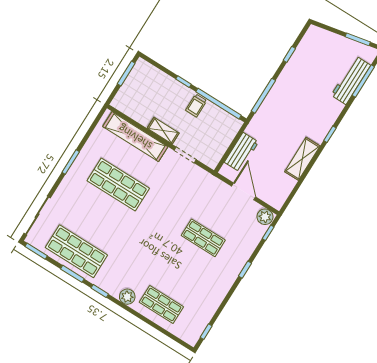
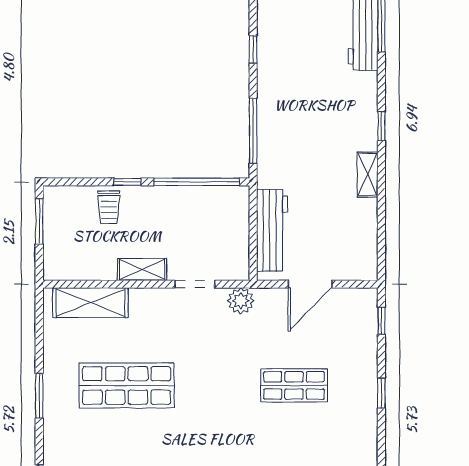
trolley: (196, 106) -> (109, 207), moved
shelving: (135, 137) -> (90, 303), width x0.68
workbench: (241, 152) -> (272, 230), width x1.38
shelving: (302, 159) -> (368, 174), width x0.67, depth x0.75
door: (244, 191) -> (310, 284), swing flipped
plant: (265, 217) -> (241, 301), moved

